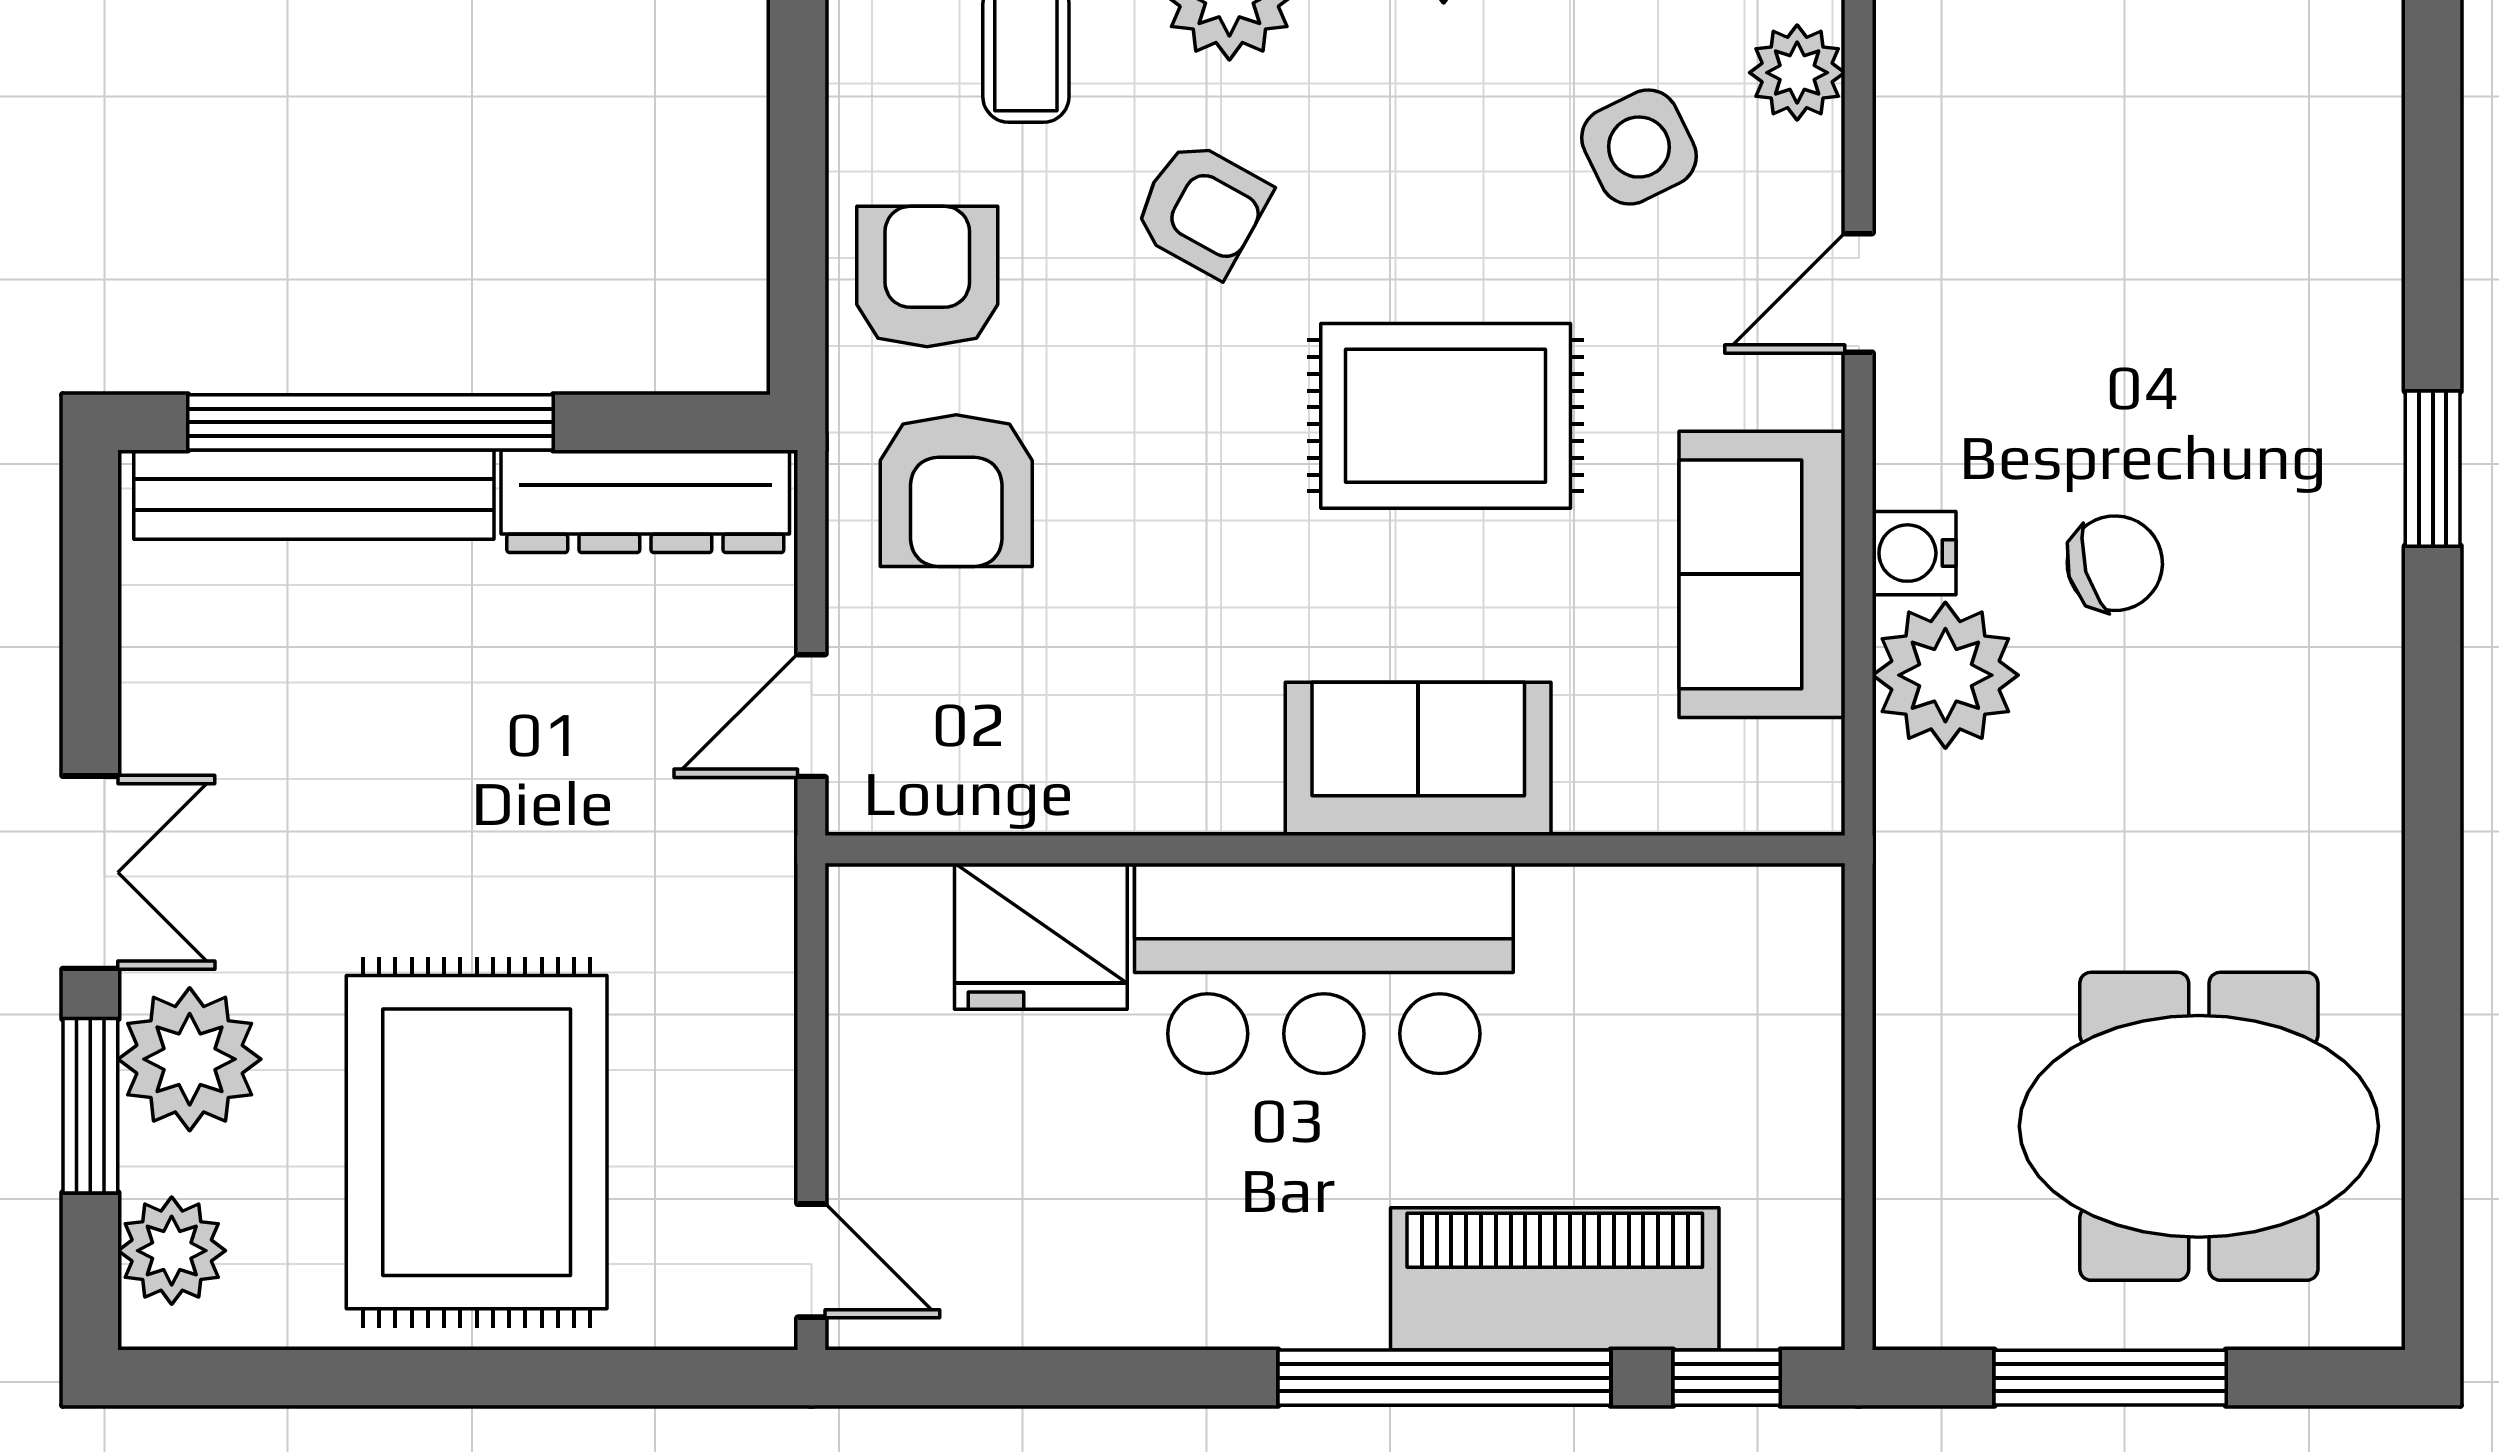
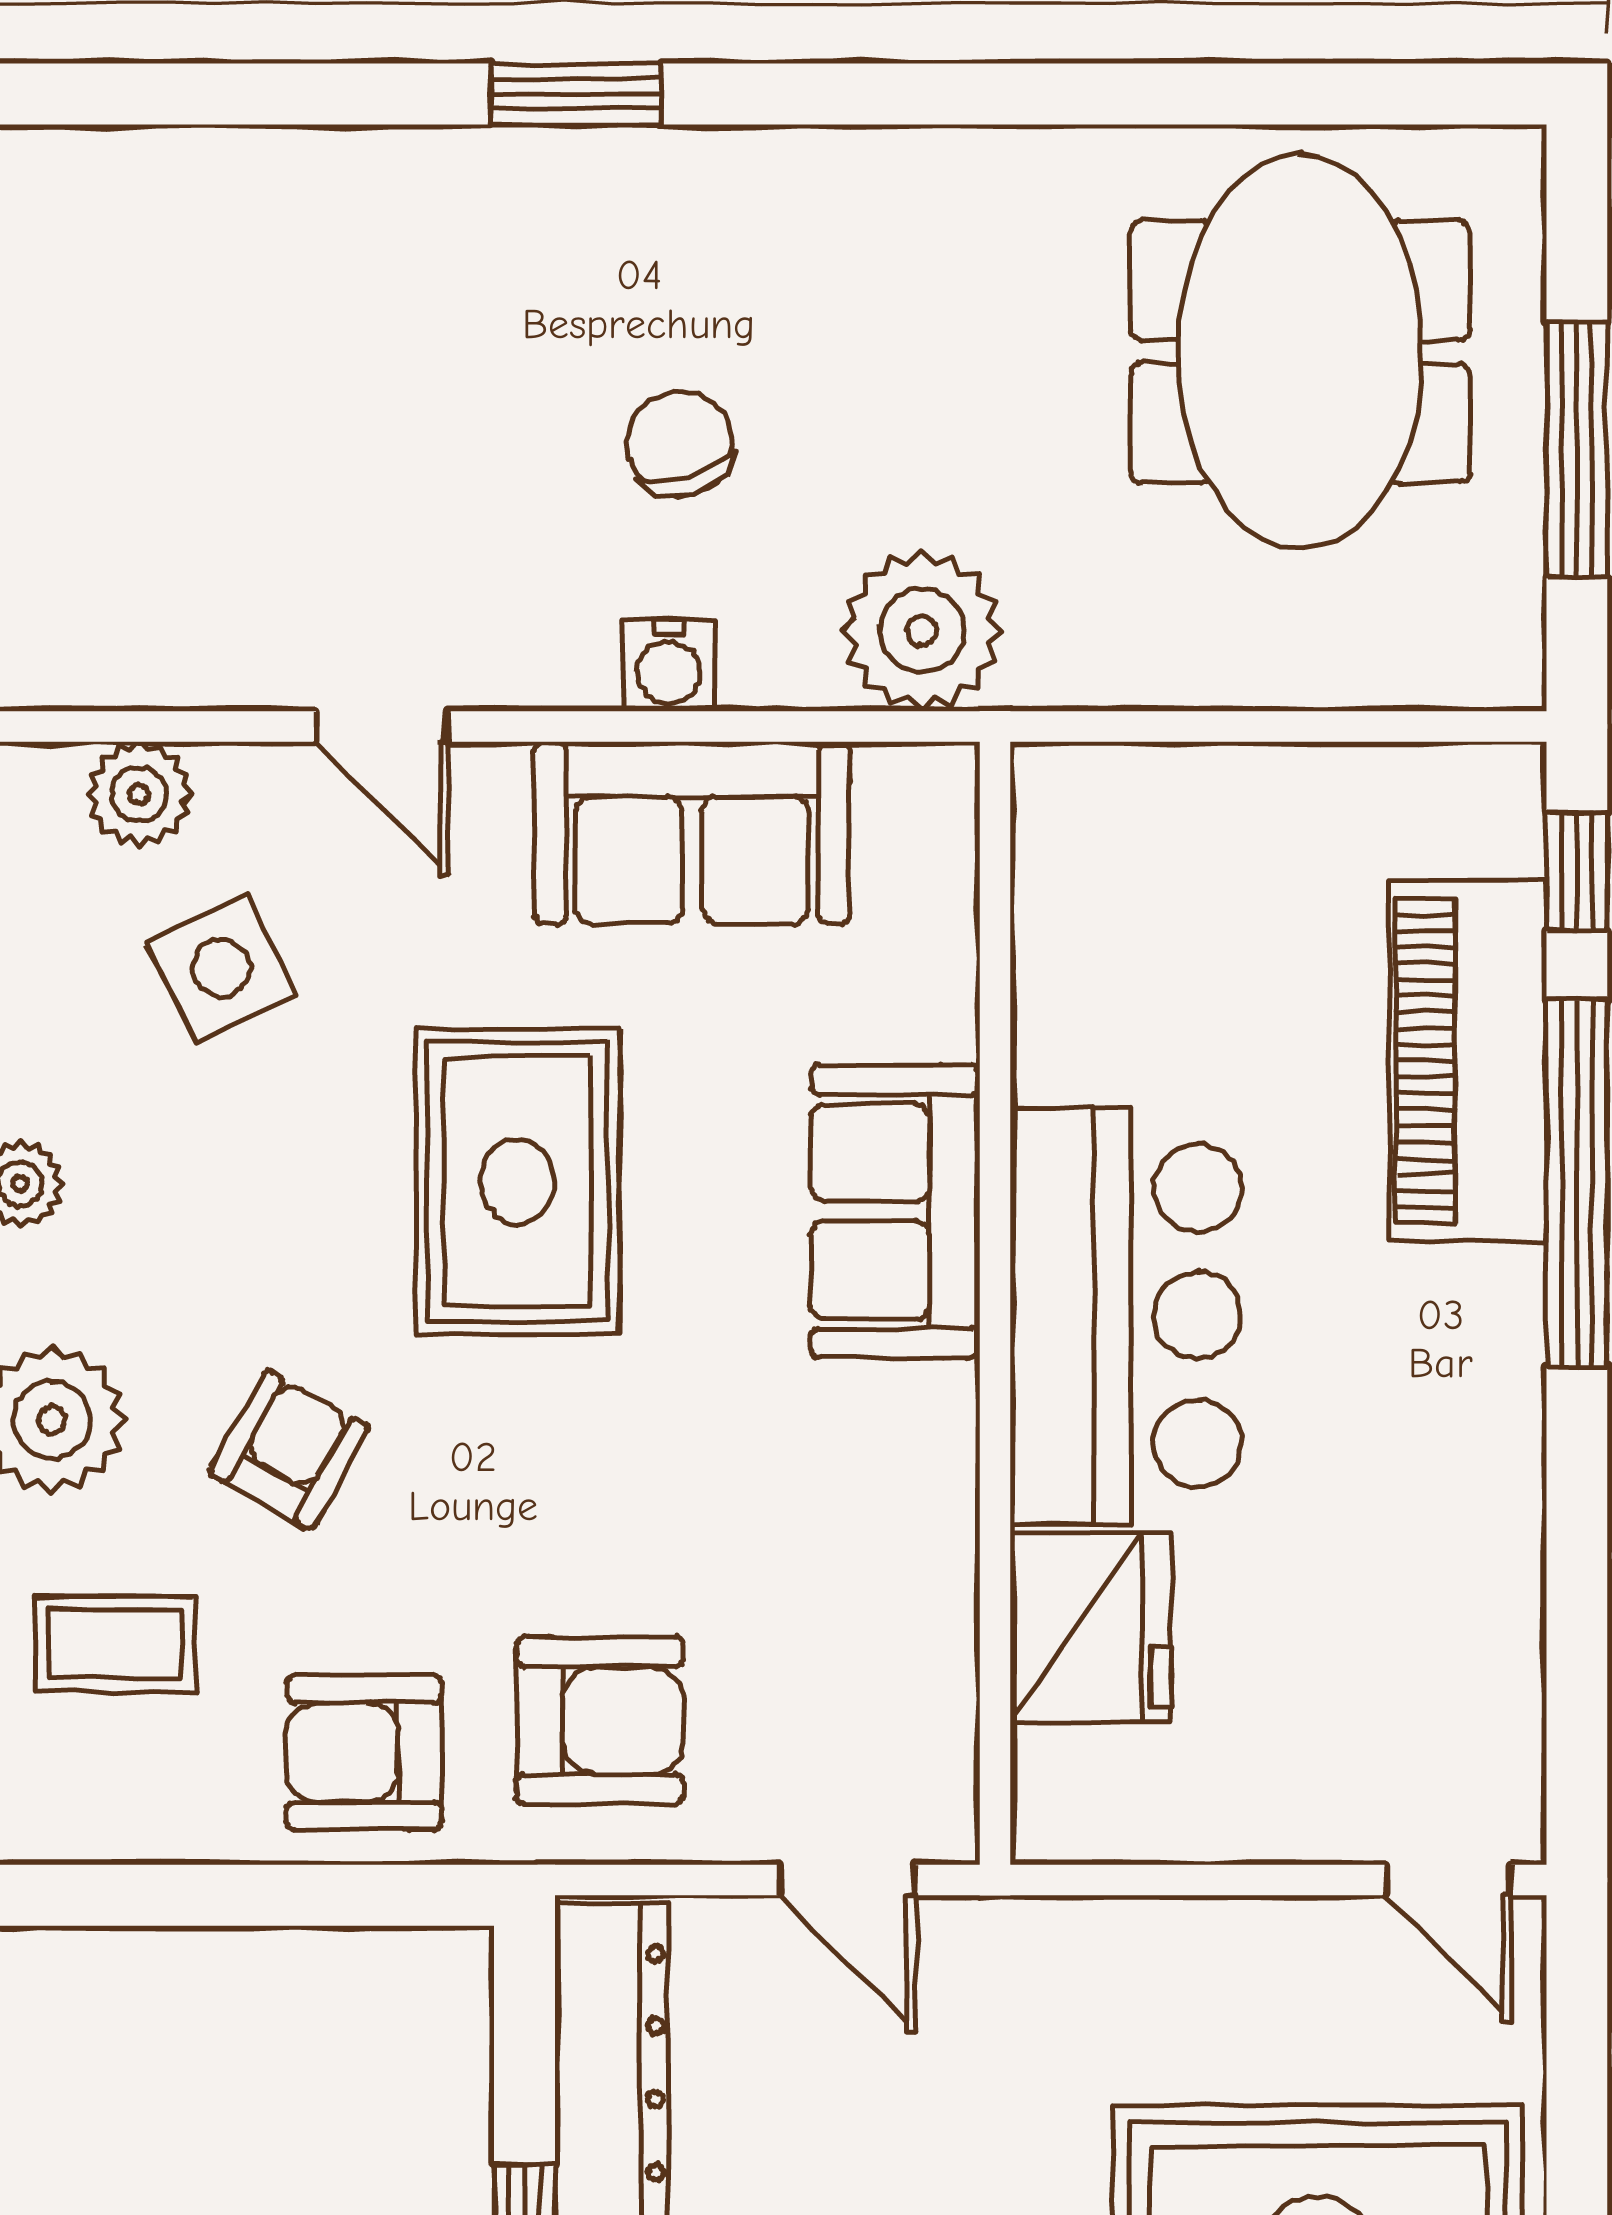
plant: (1945, 675) -> (922, 631), moved
door: (811, 1261) -> (1448, 1880), swing flipped

